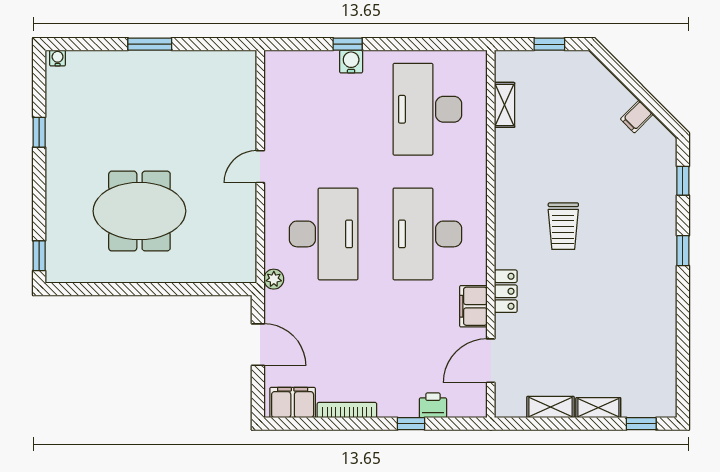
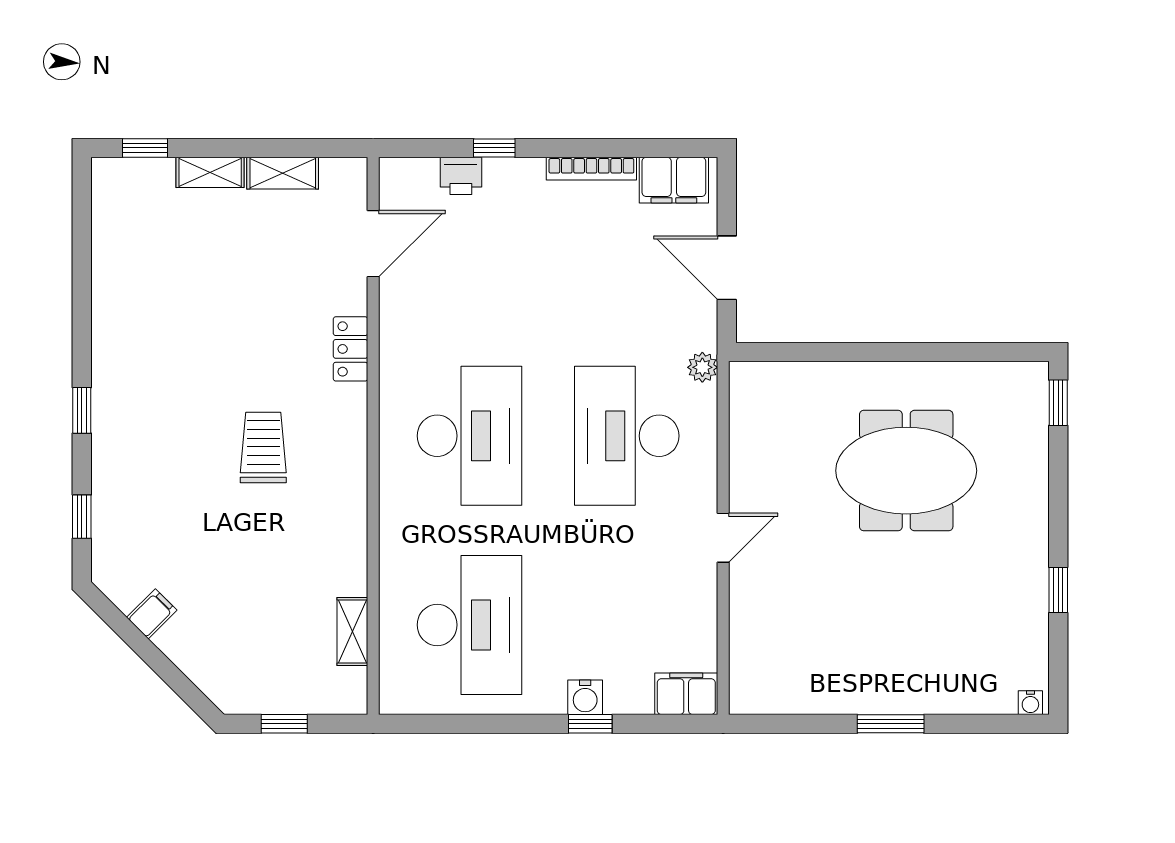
filing cabinet: (473, 306) -> (686, 694), moved, turned -90

